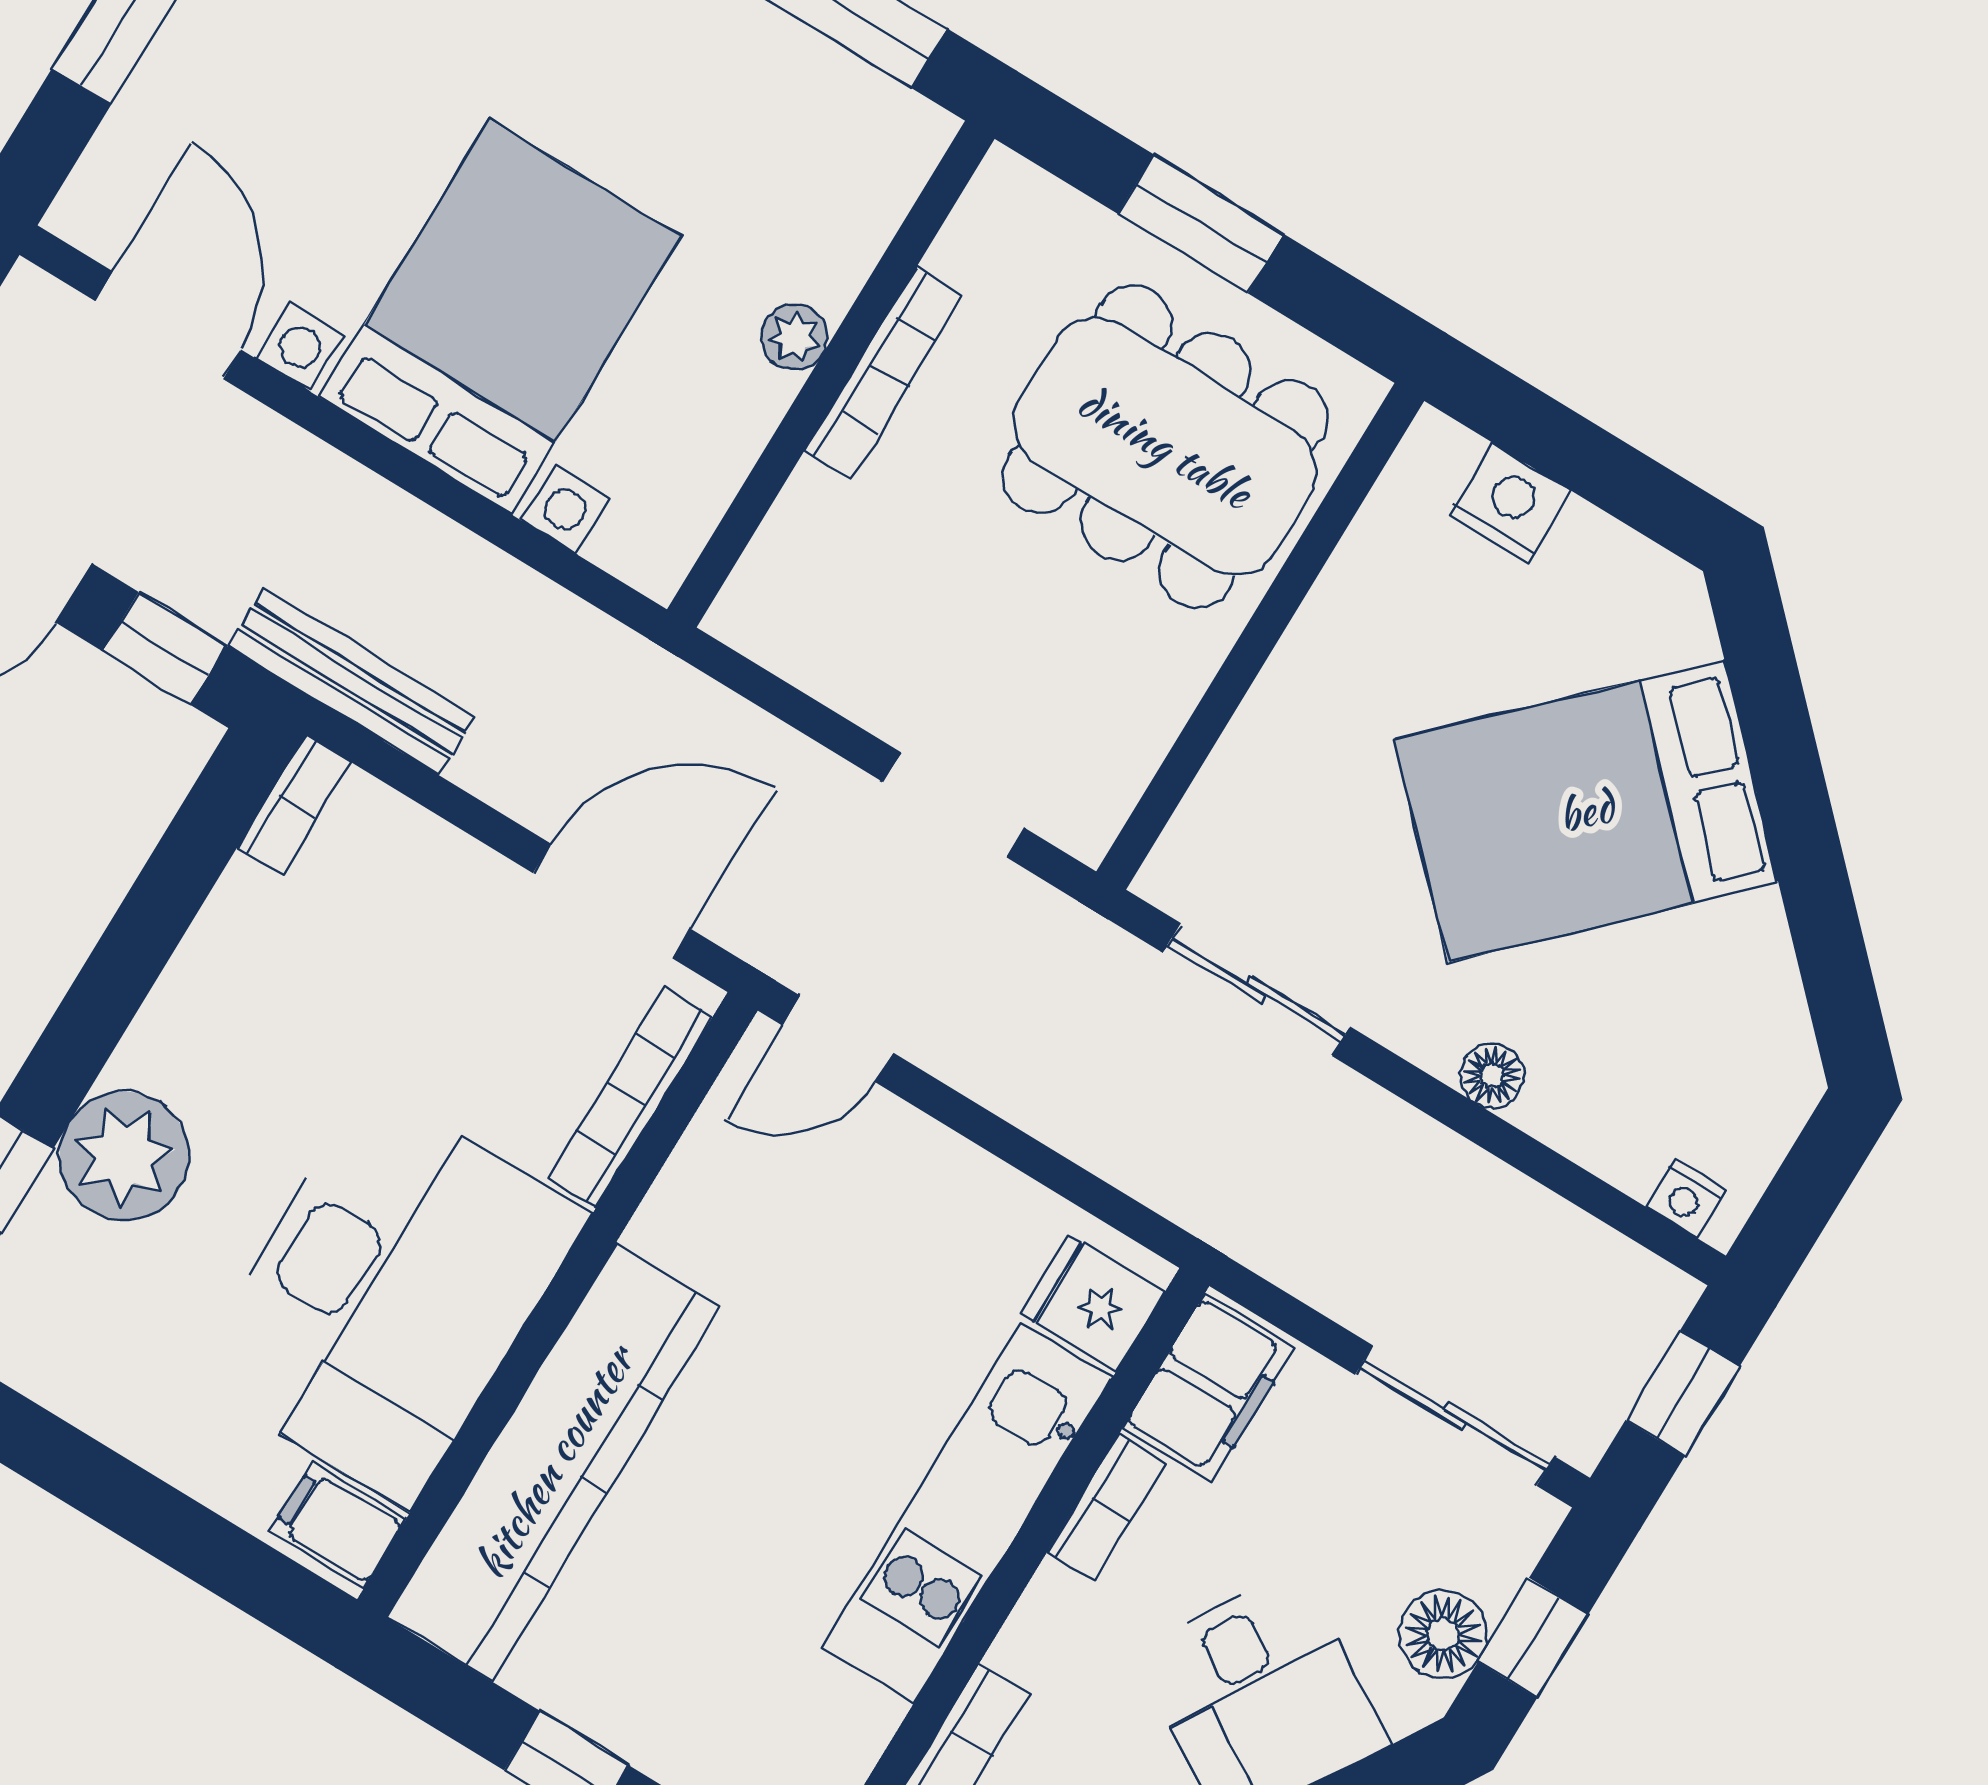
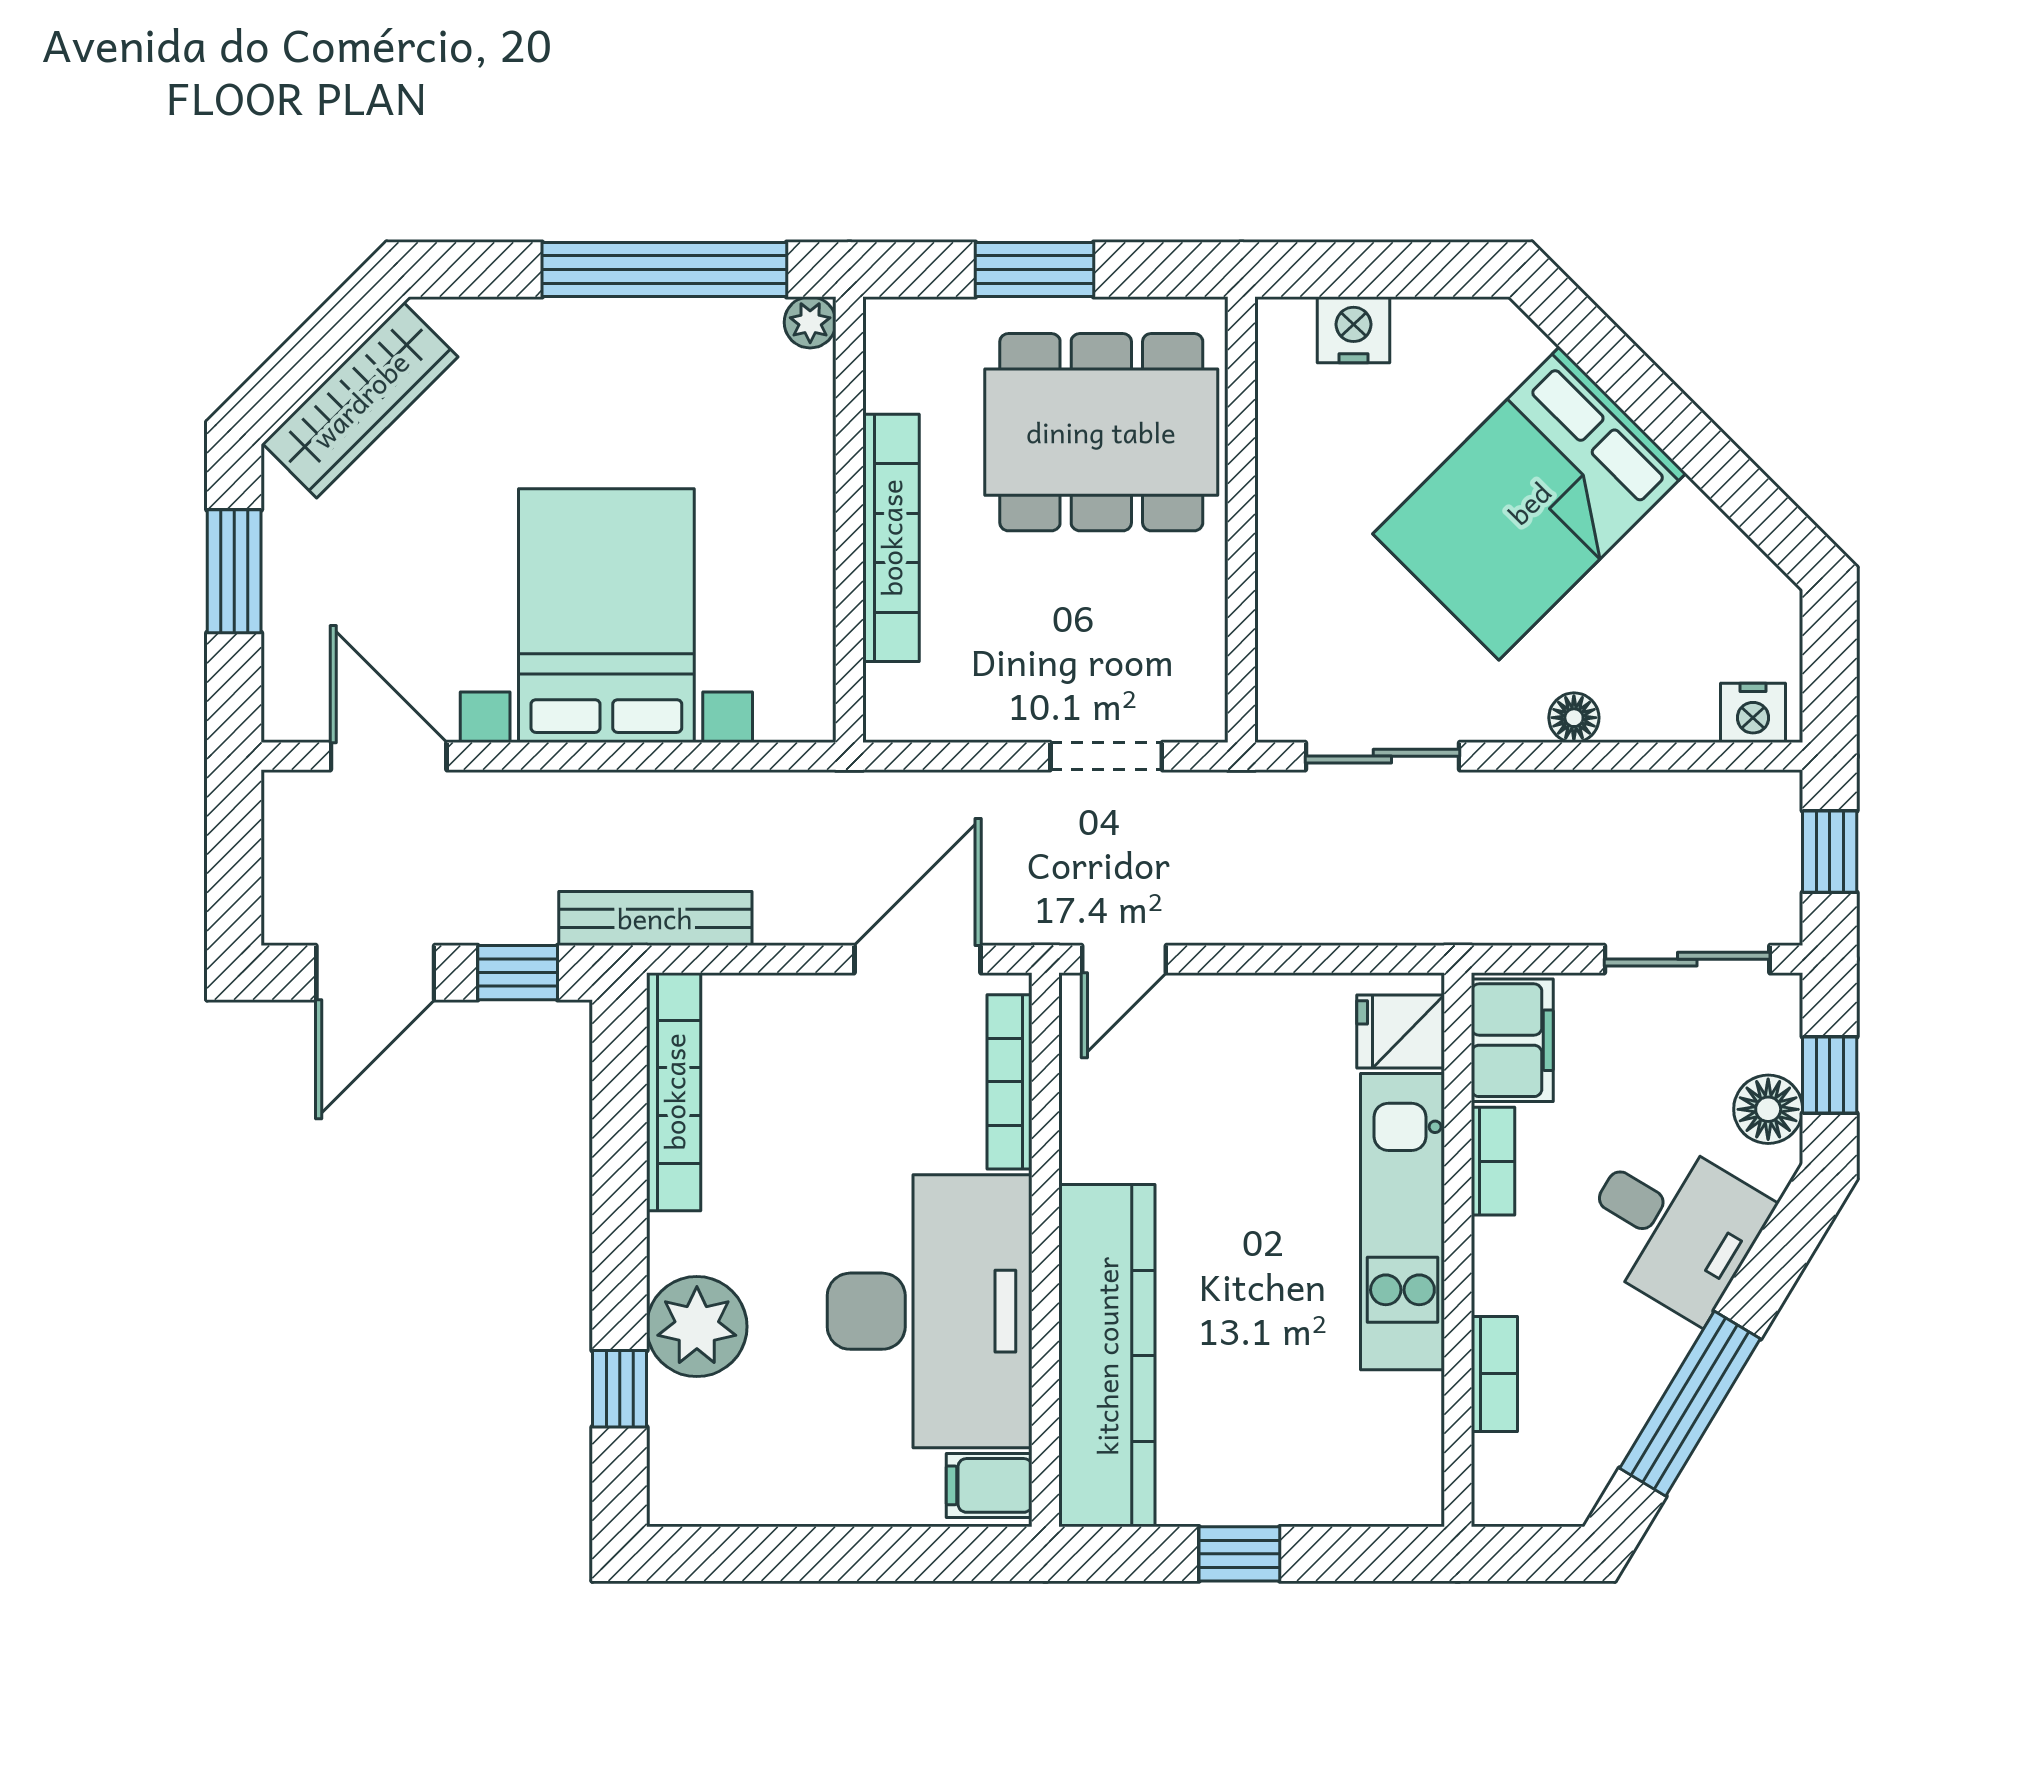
plant: (794, 337) -> (810, 322), moved
bookcase: (884, 373) -> (891, 538), width x1.48, depth x1.31
bookcase: (294, 805) -> (674, 1092), width x2.31, depth x1.31
nightstand: (1686, 1199) -> (1753, 713), width x1.39, depth x1.35

